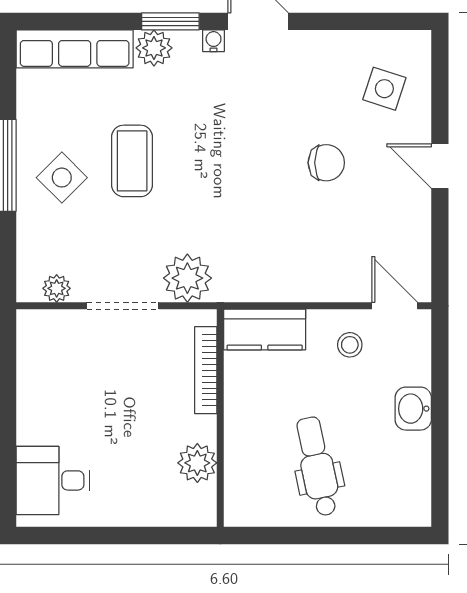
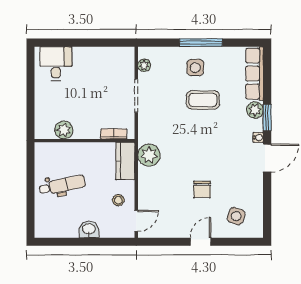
side table: (62, 178) -> (195, 68), turned 45
plant: (187, 278) -> (149, 155), moved
bookcase: (206, 370) -> (114, 134), width x0.64

